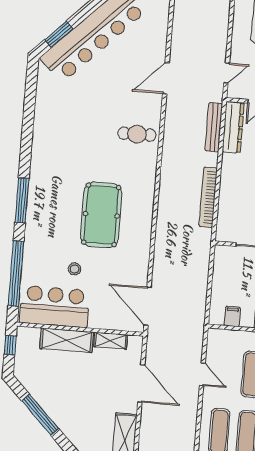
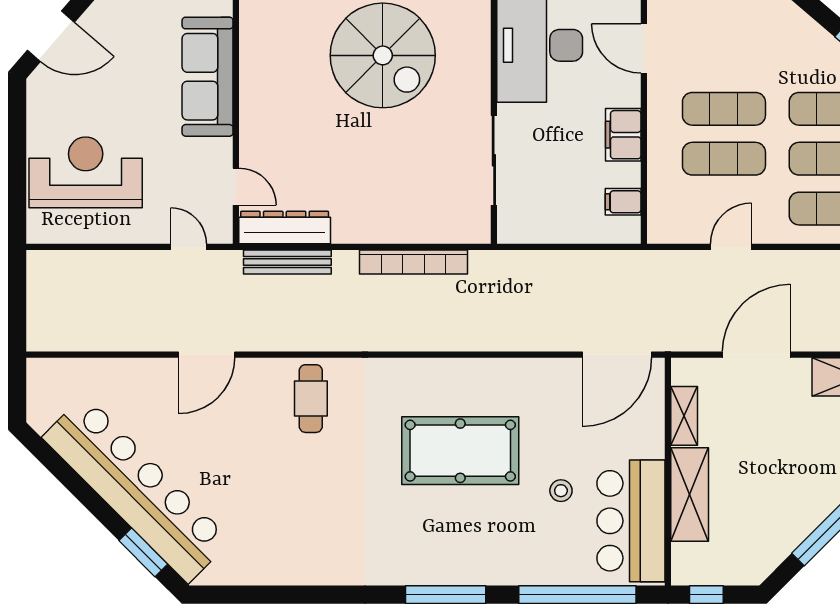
door: (166, 78) -> (207, 355), hinge flipped

